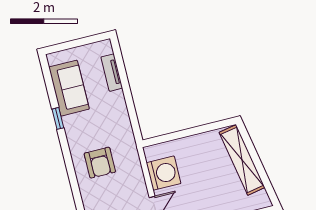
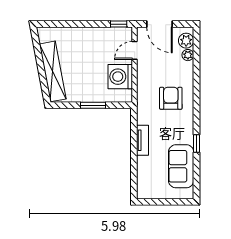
tv unit: (112, 73) -> (143, 140), moved
window: (187, 133) -> (93, 105), added

